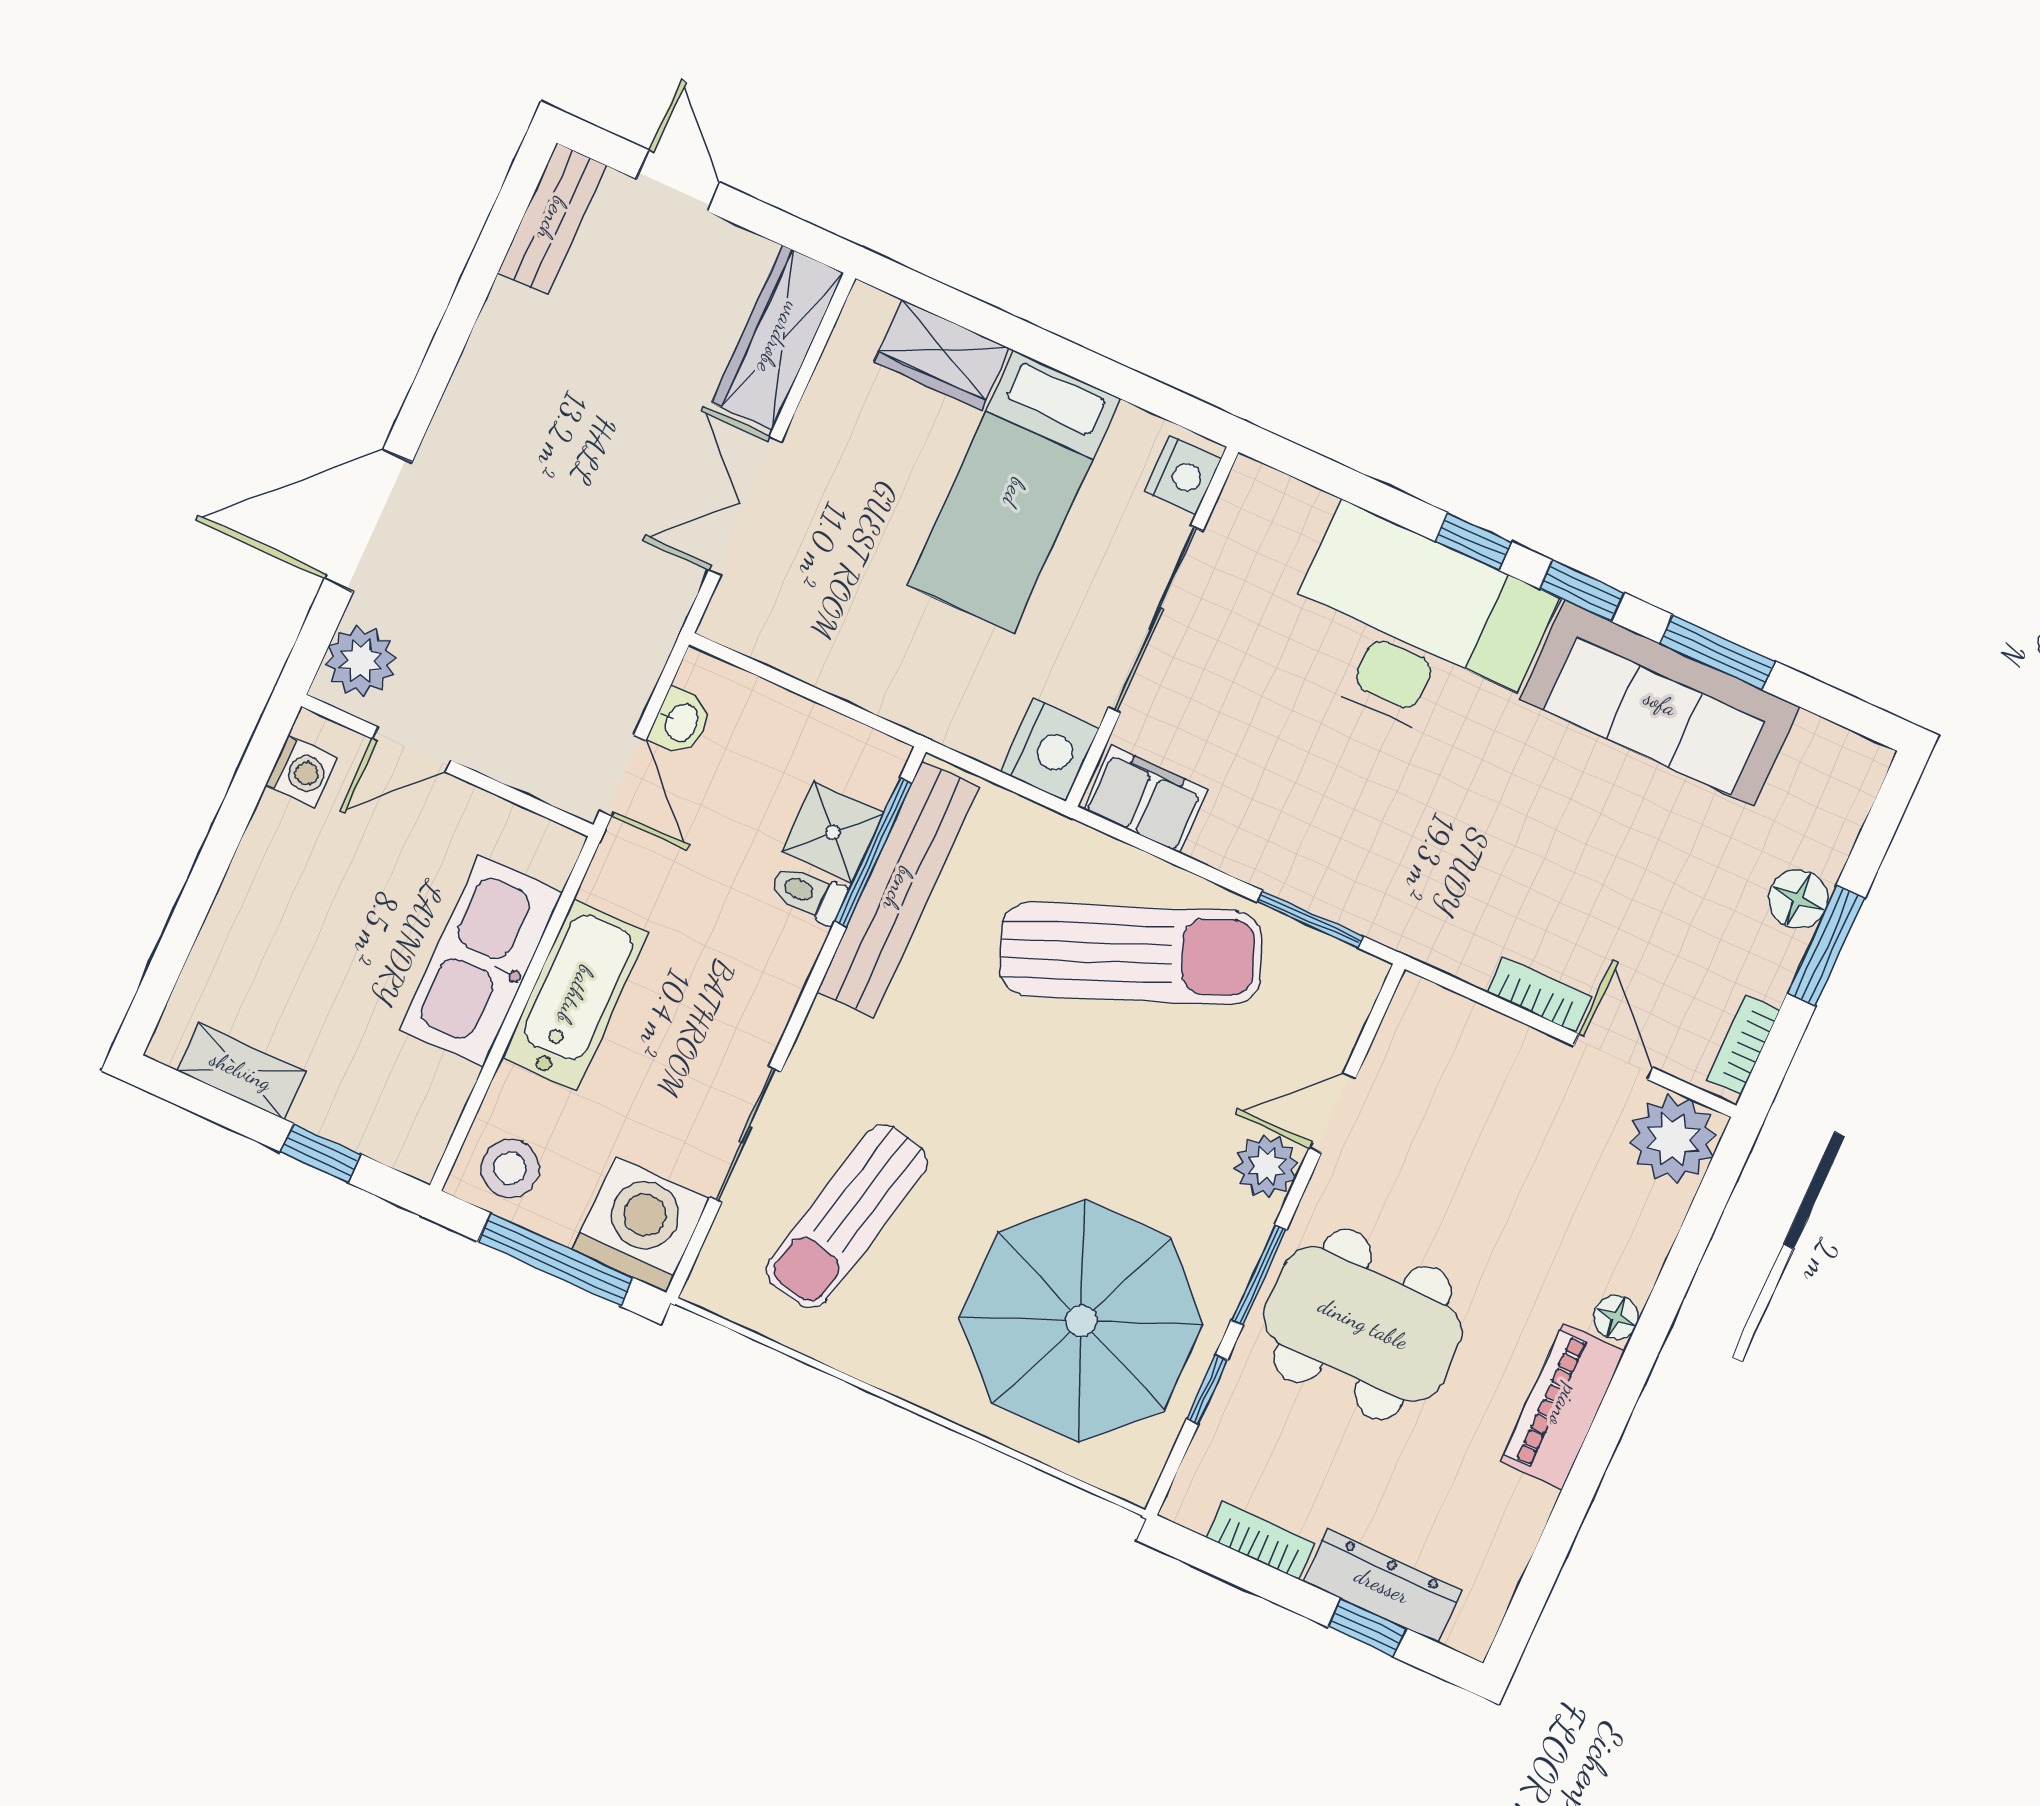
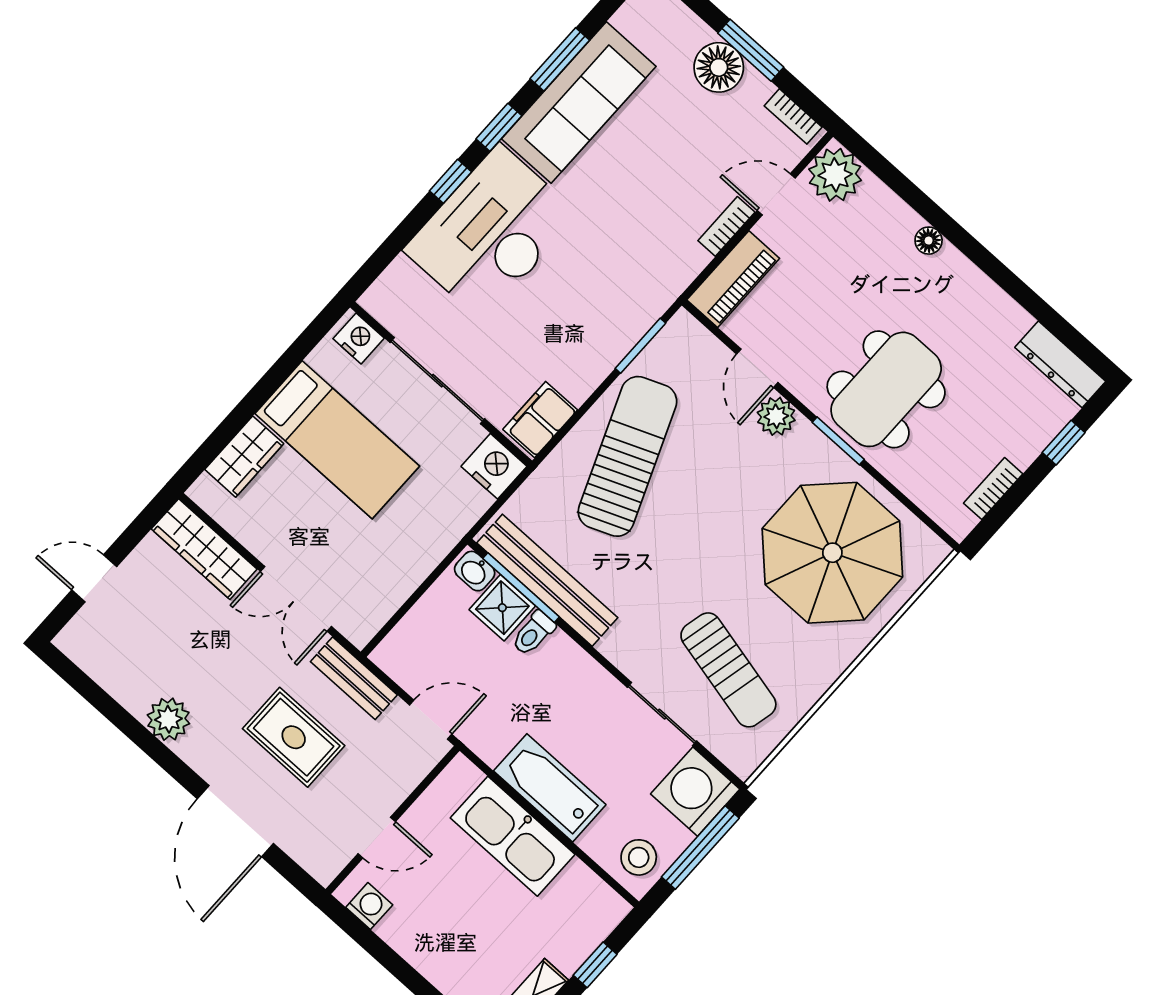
bench: (552, 219) -> (354, 678), moved
rug: (528, 570) -> (294, 737), added
plant: (361, 661) -> (168, 719), moved
washbasin: (681, 722) -> (475, 571), moved, turned 180
door: (412, 749) -> (377, 838), hinge flipped
floor lamp: (1798, 899) -> (719, 67), width x1.38, depth x1.38
window: (1207, 1389) -> (895, 492), removed
piano: (1563, 1406) -> (733, 279), moved, turned -90
dresser: (1382, 1586) -> (1060, 364), moved, turned -90

